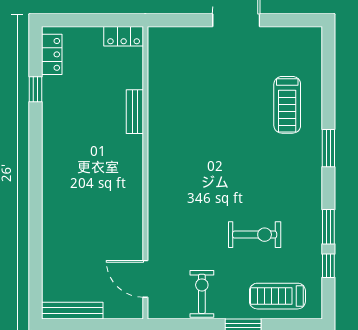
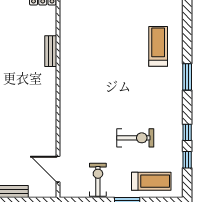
treadmill: (287, 105) -> (158, 46), turned 180
window: (328, 227) -> (187, 132), width x0.67
treadmill: (277, 296) -> (151, 181), turned 180

